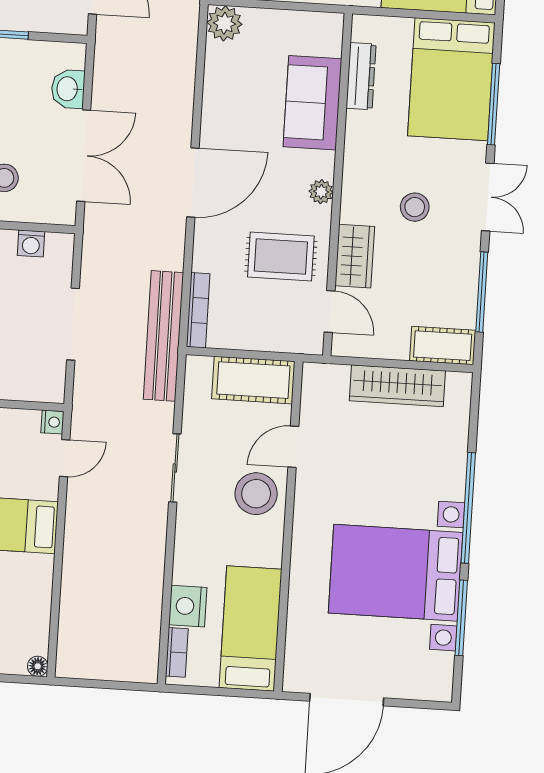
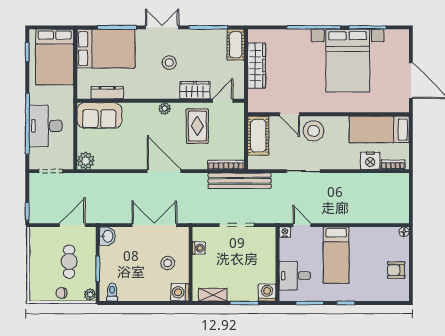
washbasin: (68, 89) -> (107, 236), moved, turned -90
sofa: (312, 103) -> (99, 115), moved

